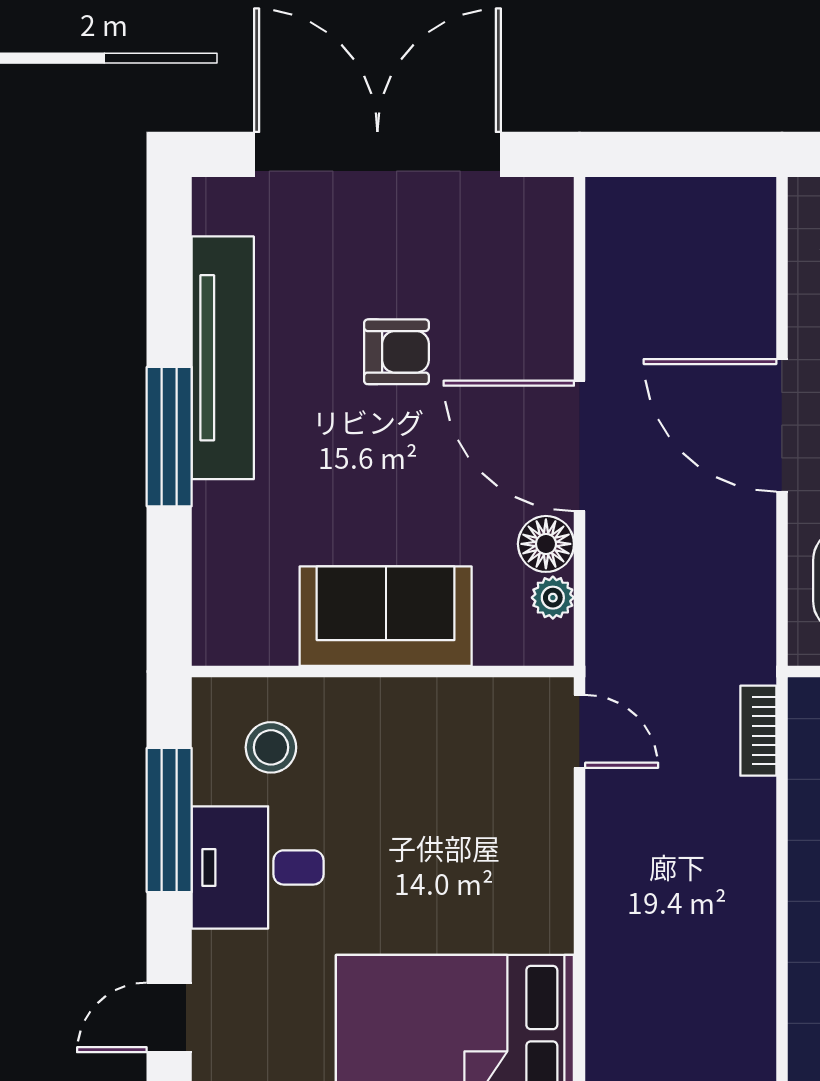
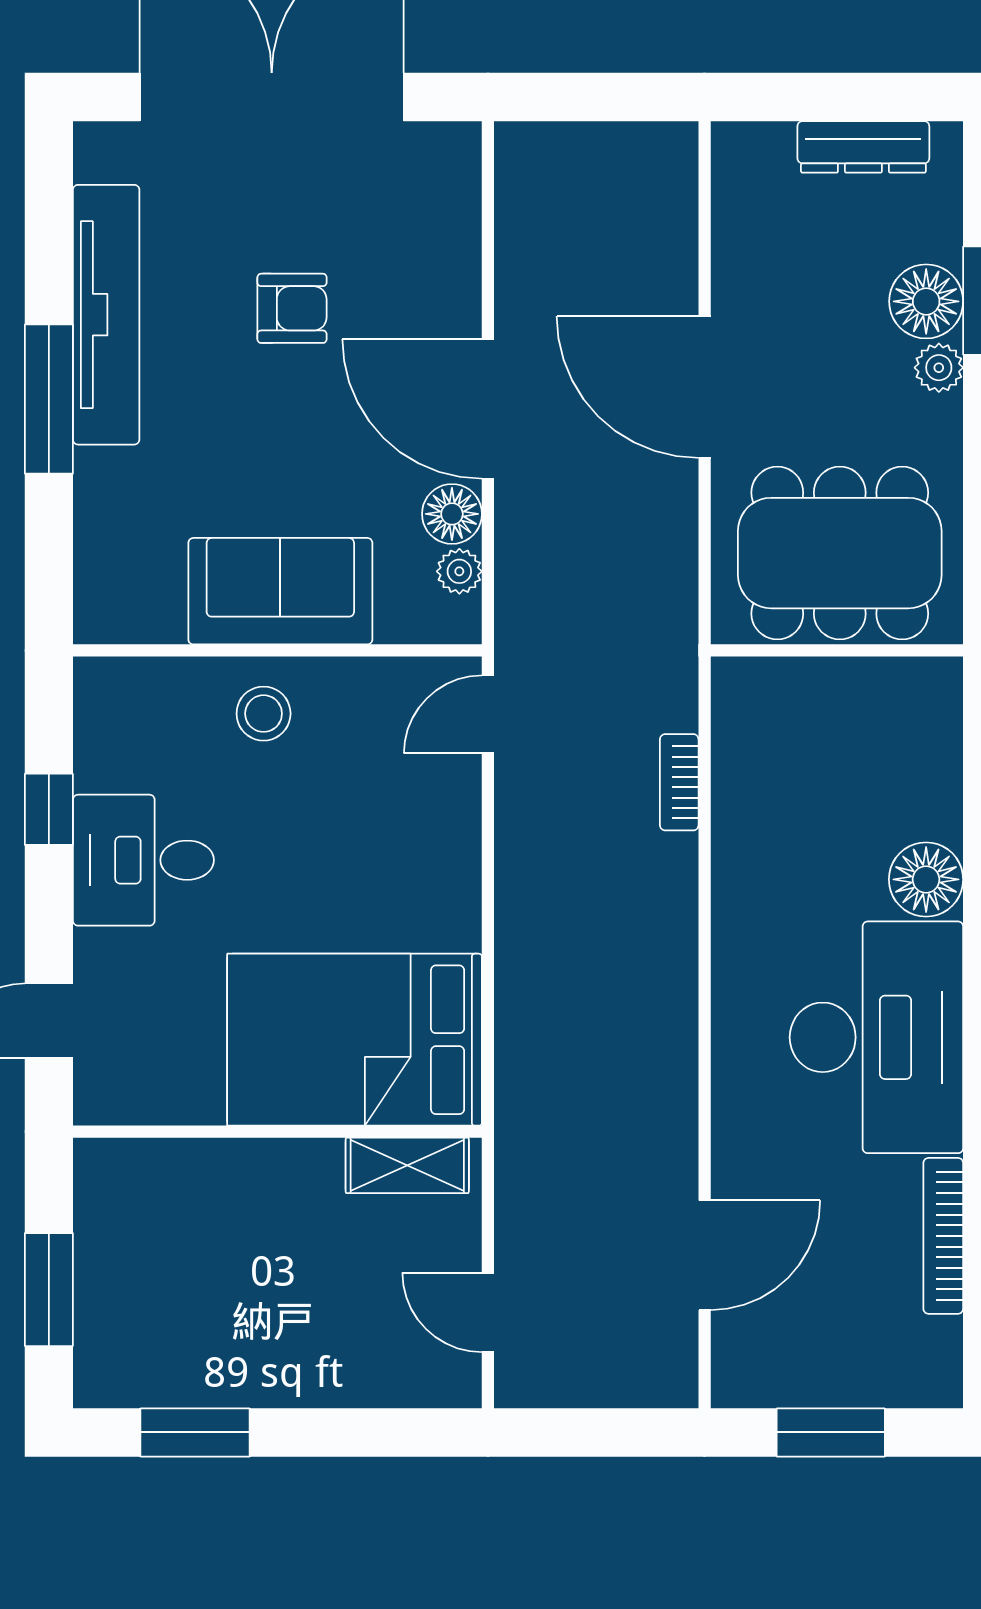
door: (580, 731) -> (488, 714), swing flipped
bookcase: (758, 731) -> (679, 782), moved
stool: (271, 747) -> (264, 714), moved
window: (169, 820) -> (49, 809), width x0.46

